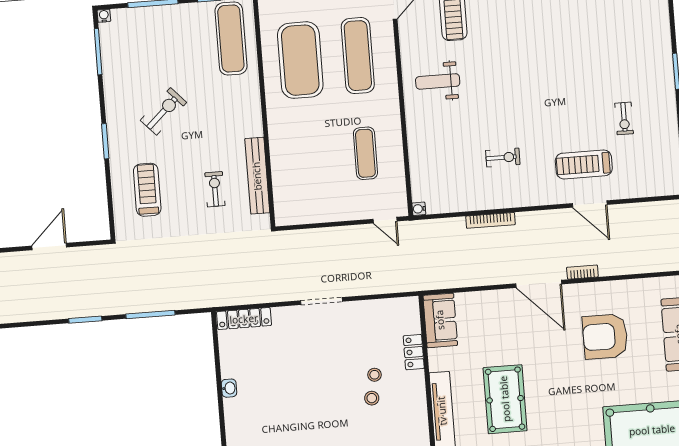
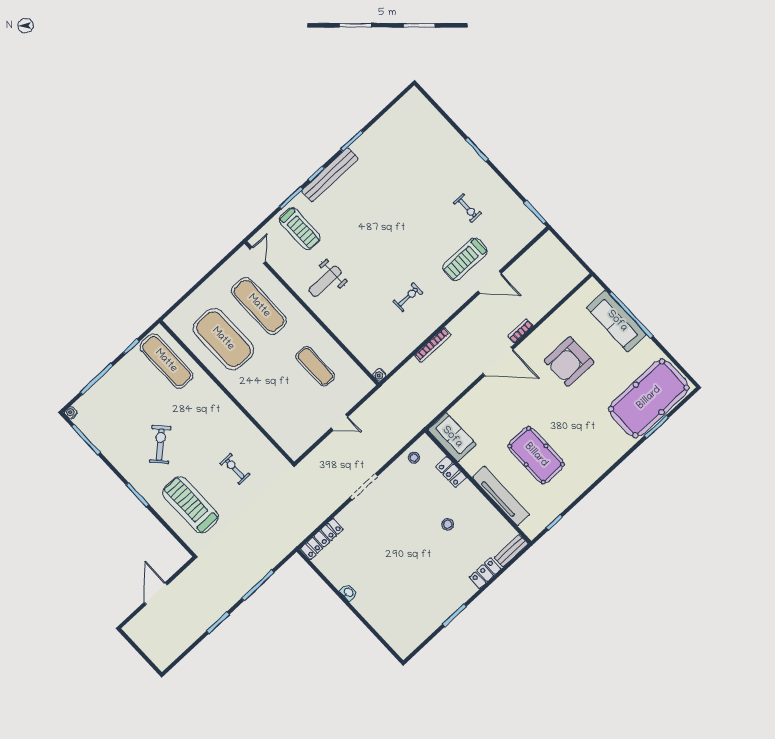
bench: (257, 176) -> (256, 438), removed
treadmill: (147, 190) -> (191, 505), width x1.37, depth x1.38
door: (385, 220) -> (339, 422), moved
stool: (374, 375) -> (414, 458), moved

